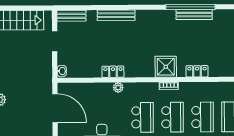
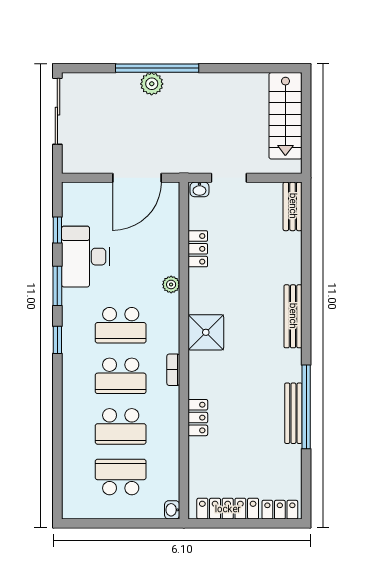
bench: (116, 15) -> (293, 316), moved
doorway: (55, 41) -> (229, 178), moved
shower: (166, 67) -> (206, 332), moved
locker: (113, 72) -> (198, 249), moved

